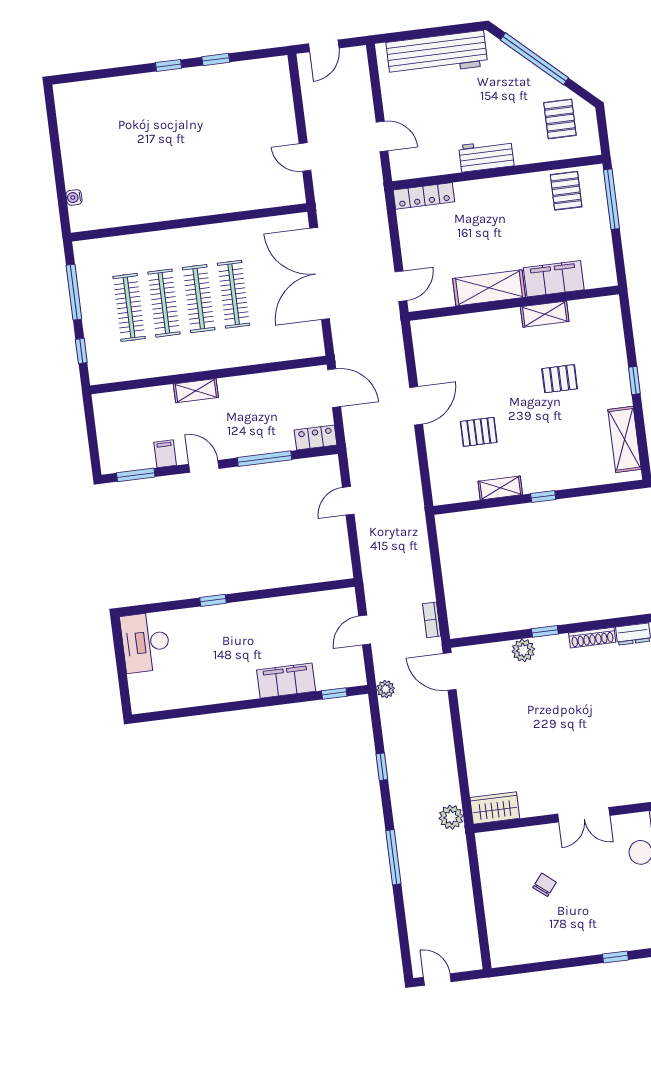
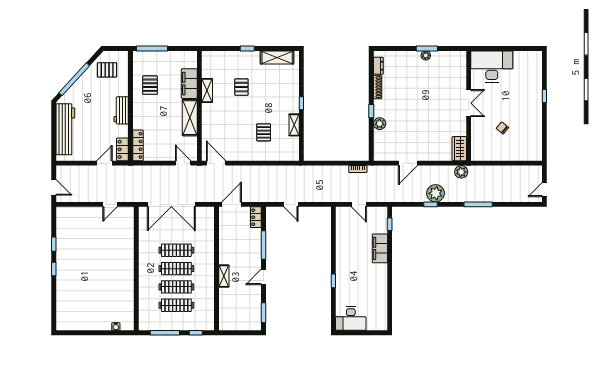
locker: (413, 167) -> (122, 149), added
pallet: (566, 191) -> (150, 85), moved, turned 90
door: (416, 406) -> (216, 163), moved
filing cabinet: (165, 454) -> (254, 296), removed
door: (450, 671) -> (408, 163), moved
plant: (386, 689) -> (436, 193), moved, width x1.88, depth x1.88

